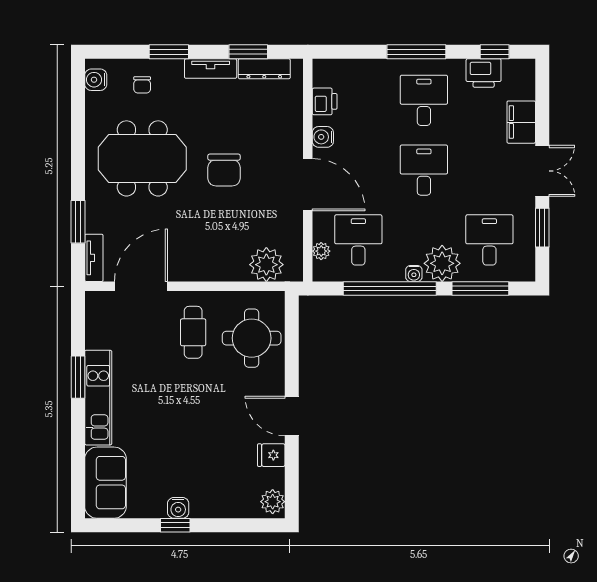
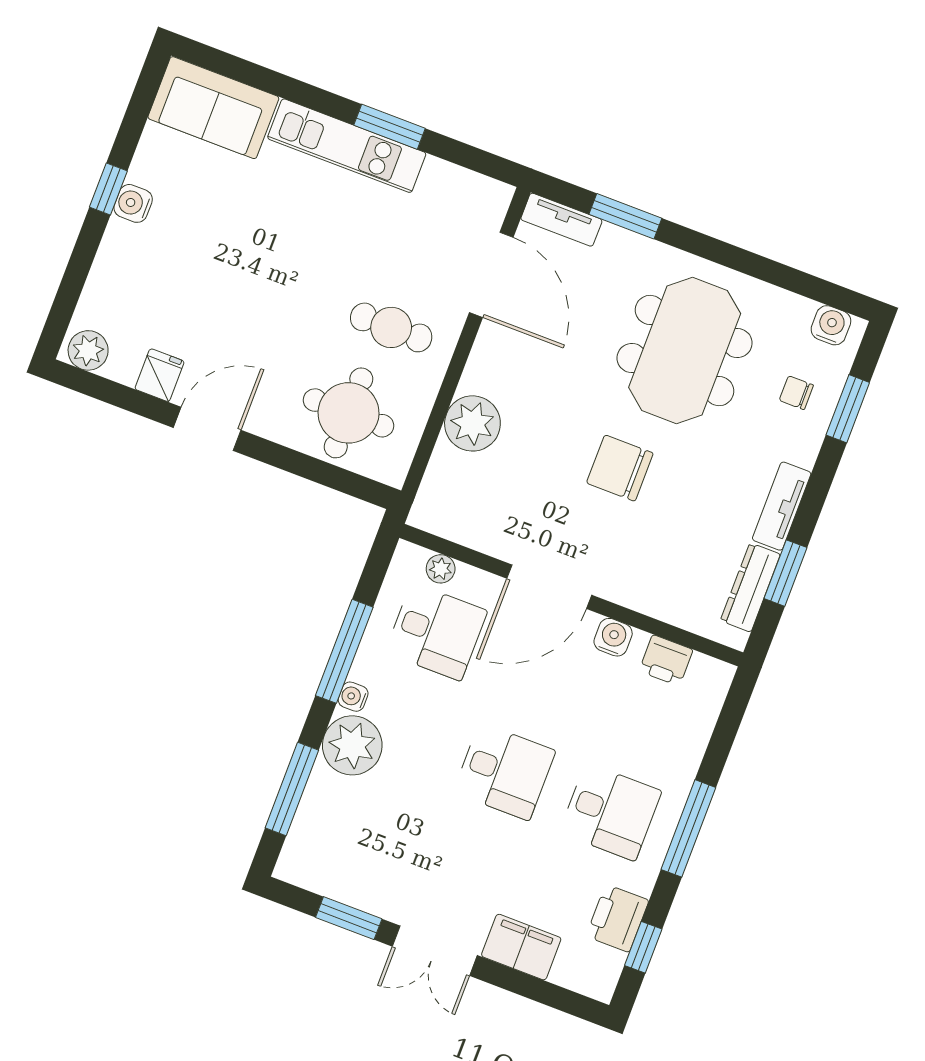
window: (169, 52) -> (848, 409), moved
desk: (489, 240) -> (361, 831), removed
plant: (266, 265) -> (472, 423), moved
window: (390, 289) -> (344, 651), width x0.68

